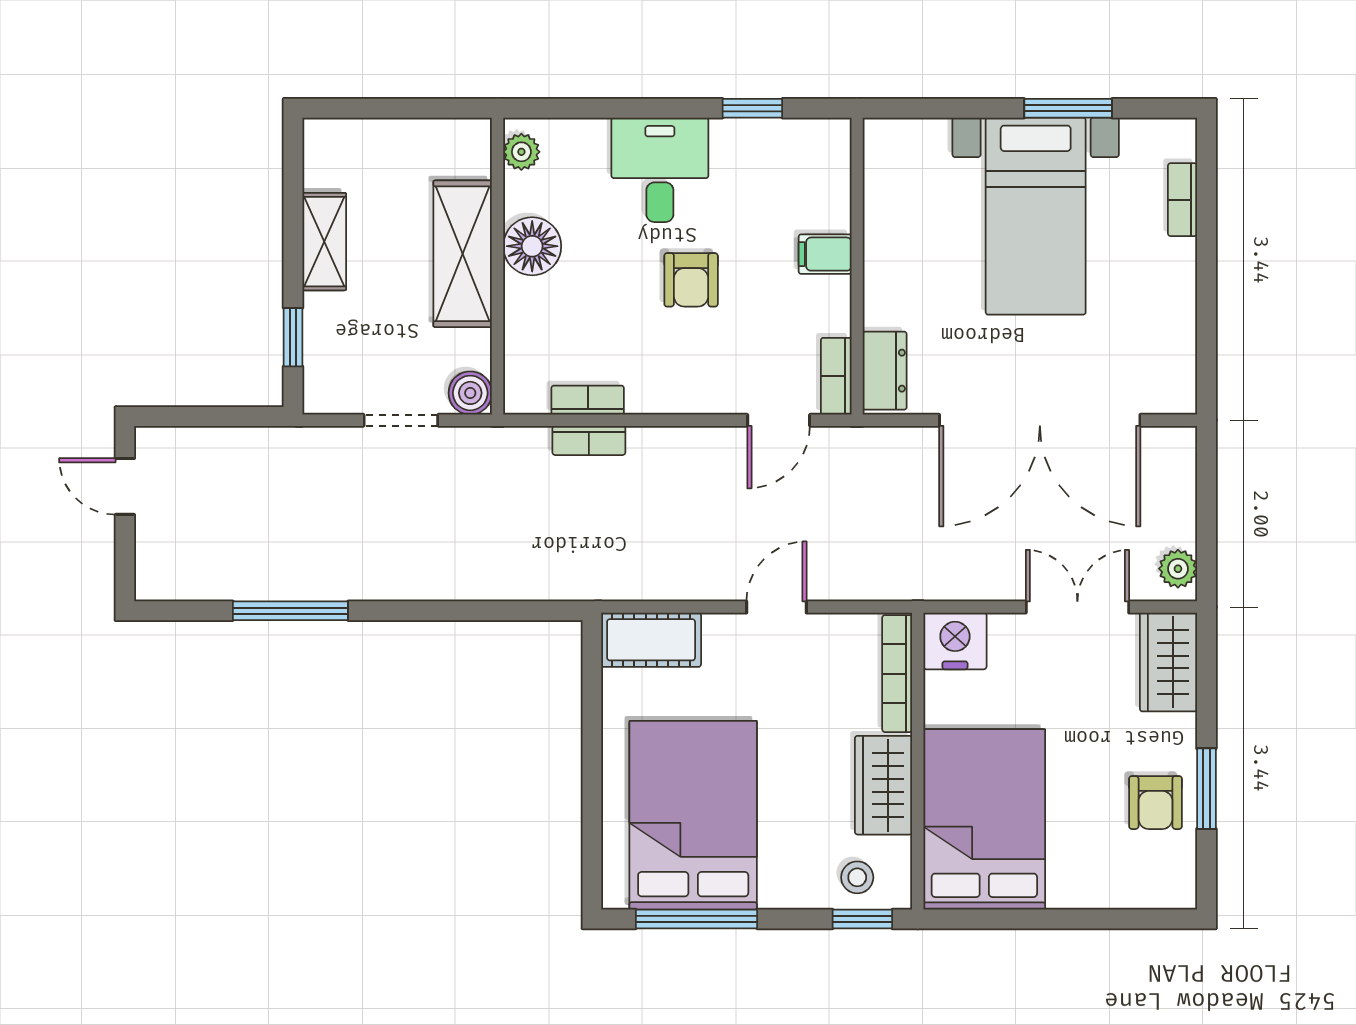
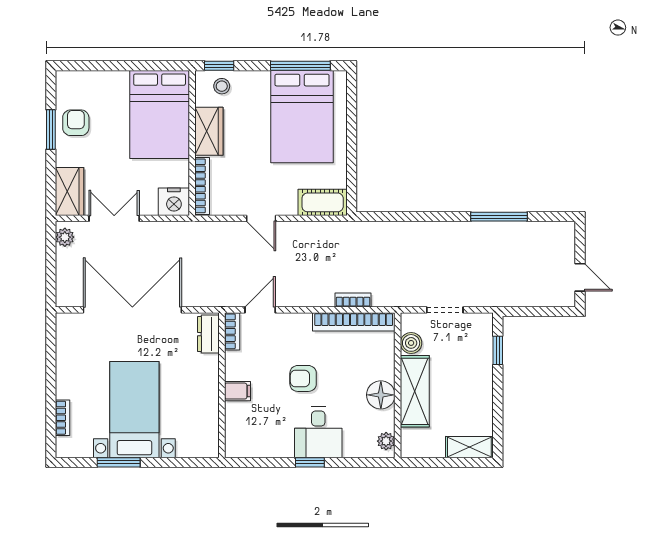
window: (752, 108) -> (310, 462), moved
shelving: (324, 242) -> (469, 447), moved, turned 90
armchair: (691, 280) -> (303, 378), turned -90
boiler: (470, 393) -> (411, 343), moved
bookcase: (588, 400) -> (354, 322), width x2.31, depth x1.31
door: (777, 607) -> (261, 218), hinge flipped
double door: (1077, 607) -> (114, 218), swing flipped

